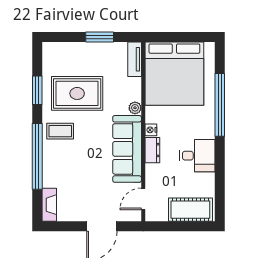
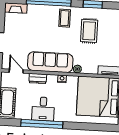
rug: (77, 93) -> (89, 31), width x0.73, depth x0.70
window: (220, 105) -> (42, 124), moved
dresser: (152, 150) -> (38, 78), moved

